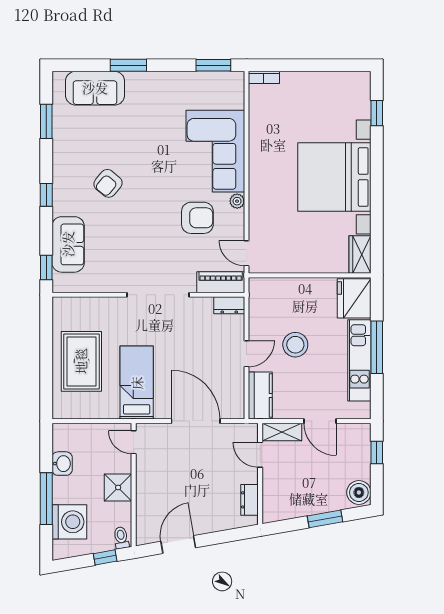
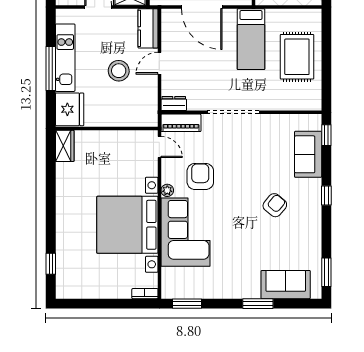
window: (46, 121) -> (326, 272), moved
bed with nightstands: (334, 177) -> (127, 225), moved, turned 180
armchair: (197, 218) -> (200, 176), turned 90

